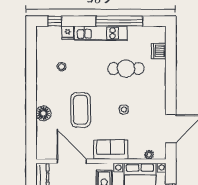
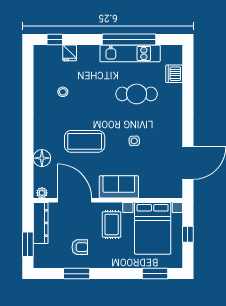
kitchen unit: (101, 33) -> (130, 53), moved
coffee table: (81, 110) -> (85, 141), turned 90
floor lamp: (43, 113) -> (42, 158), moved
plant: (149, 155) -> (42, 193), moved

